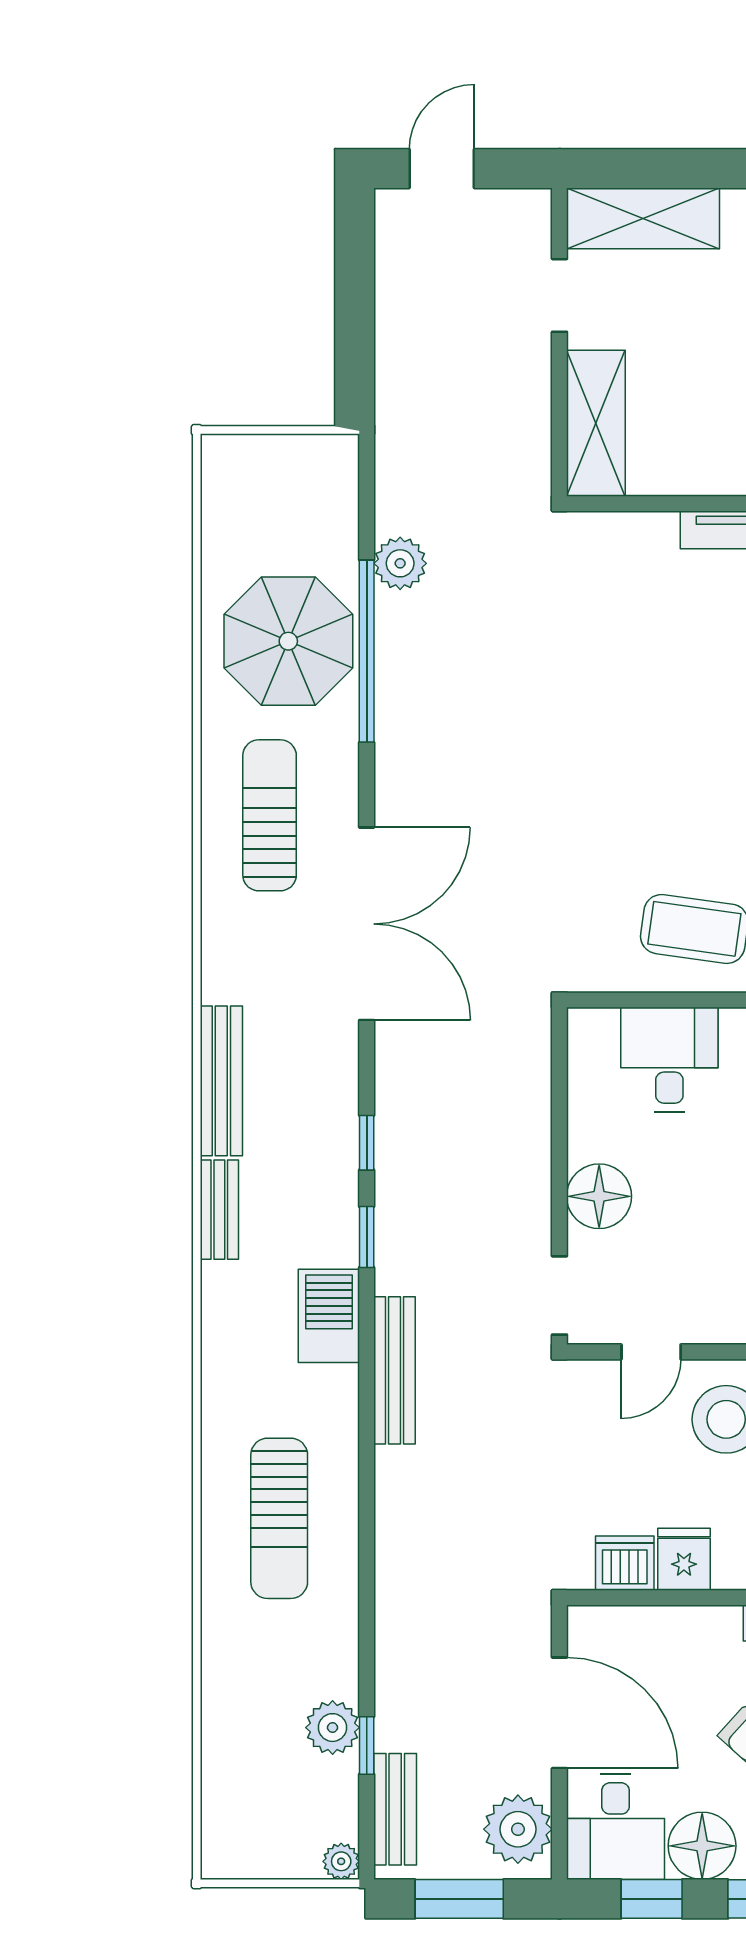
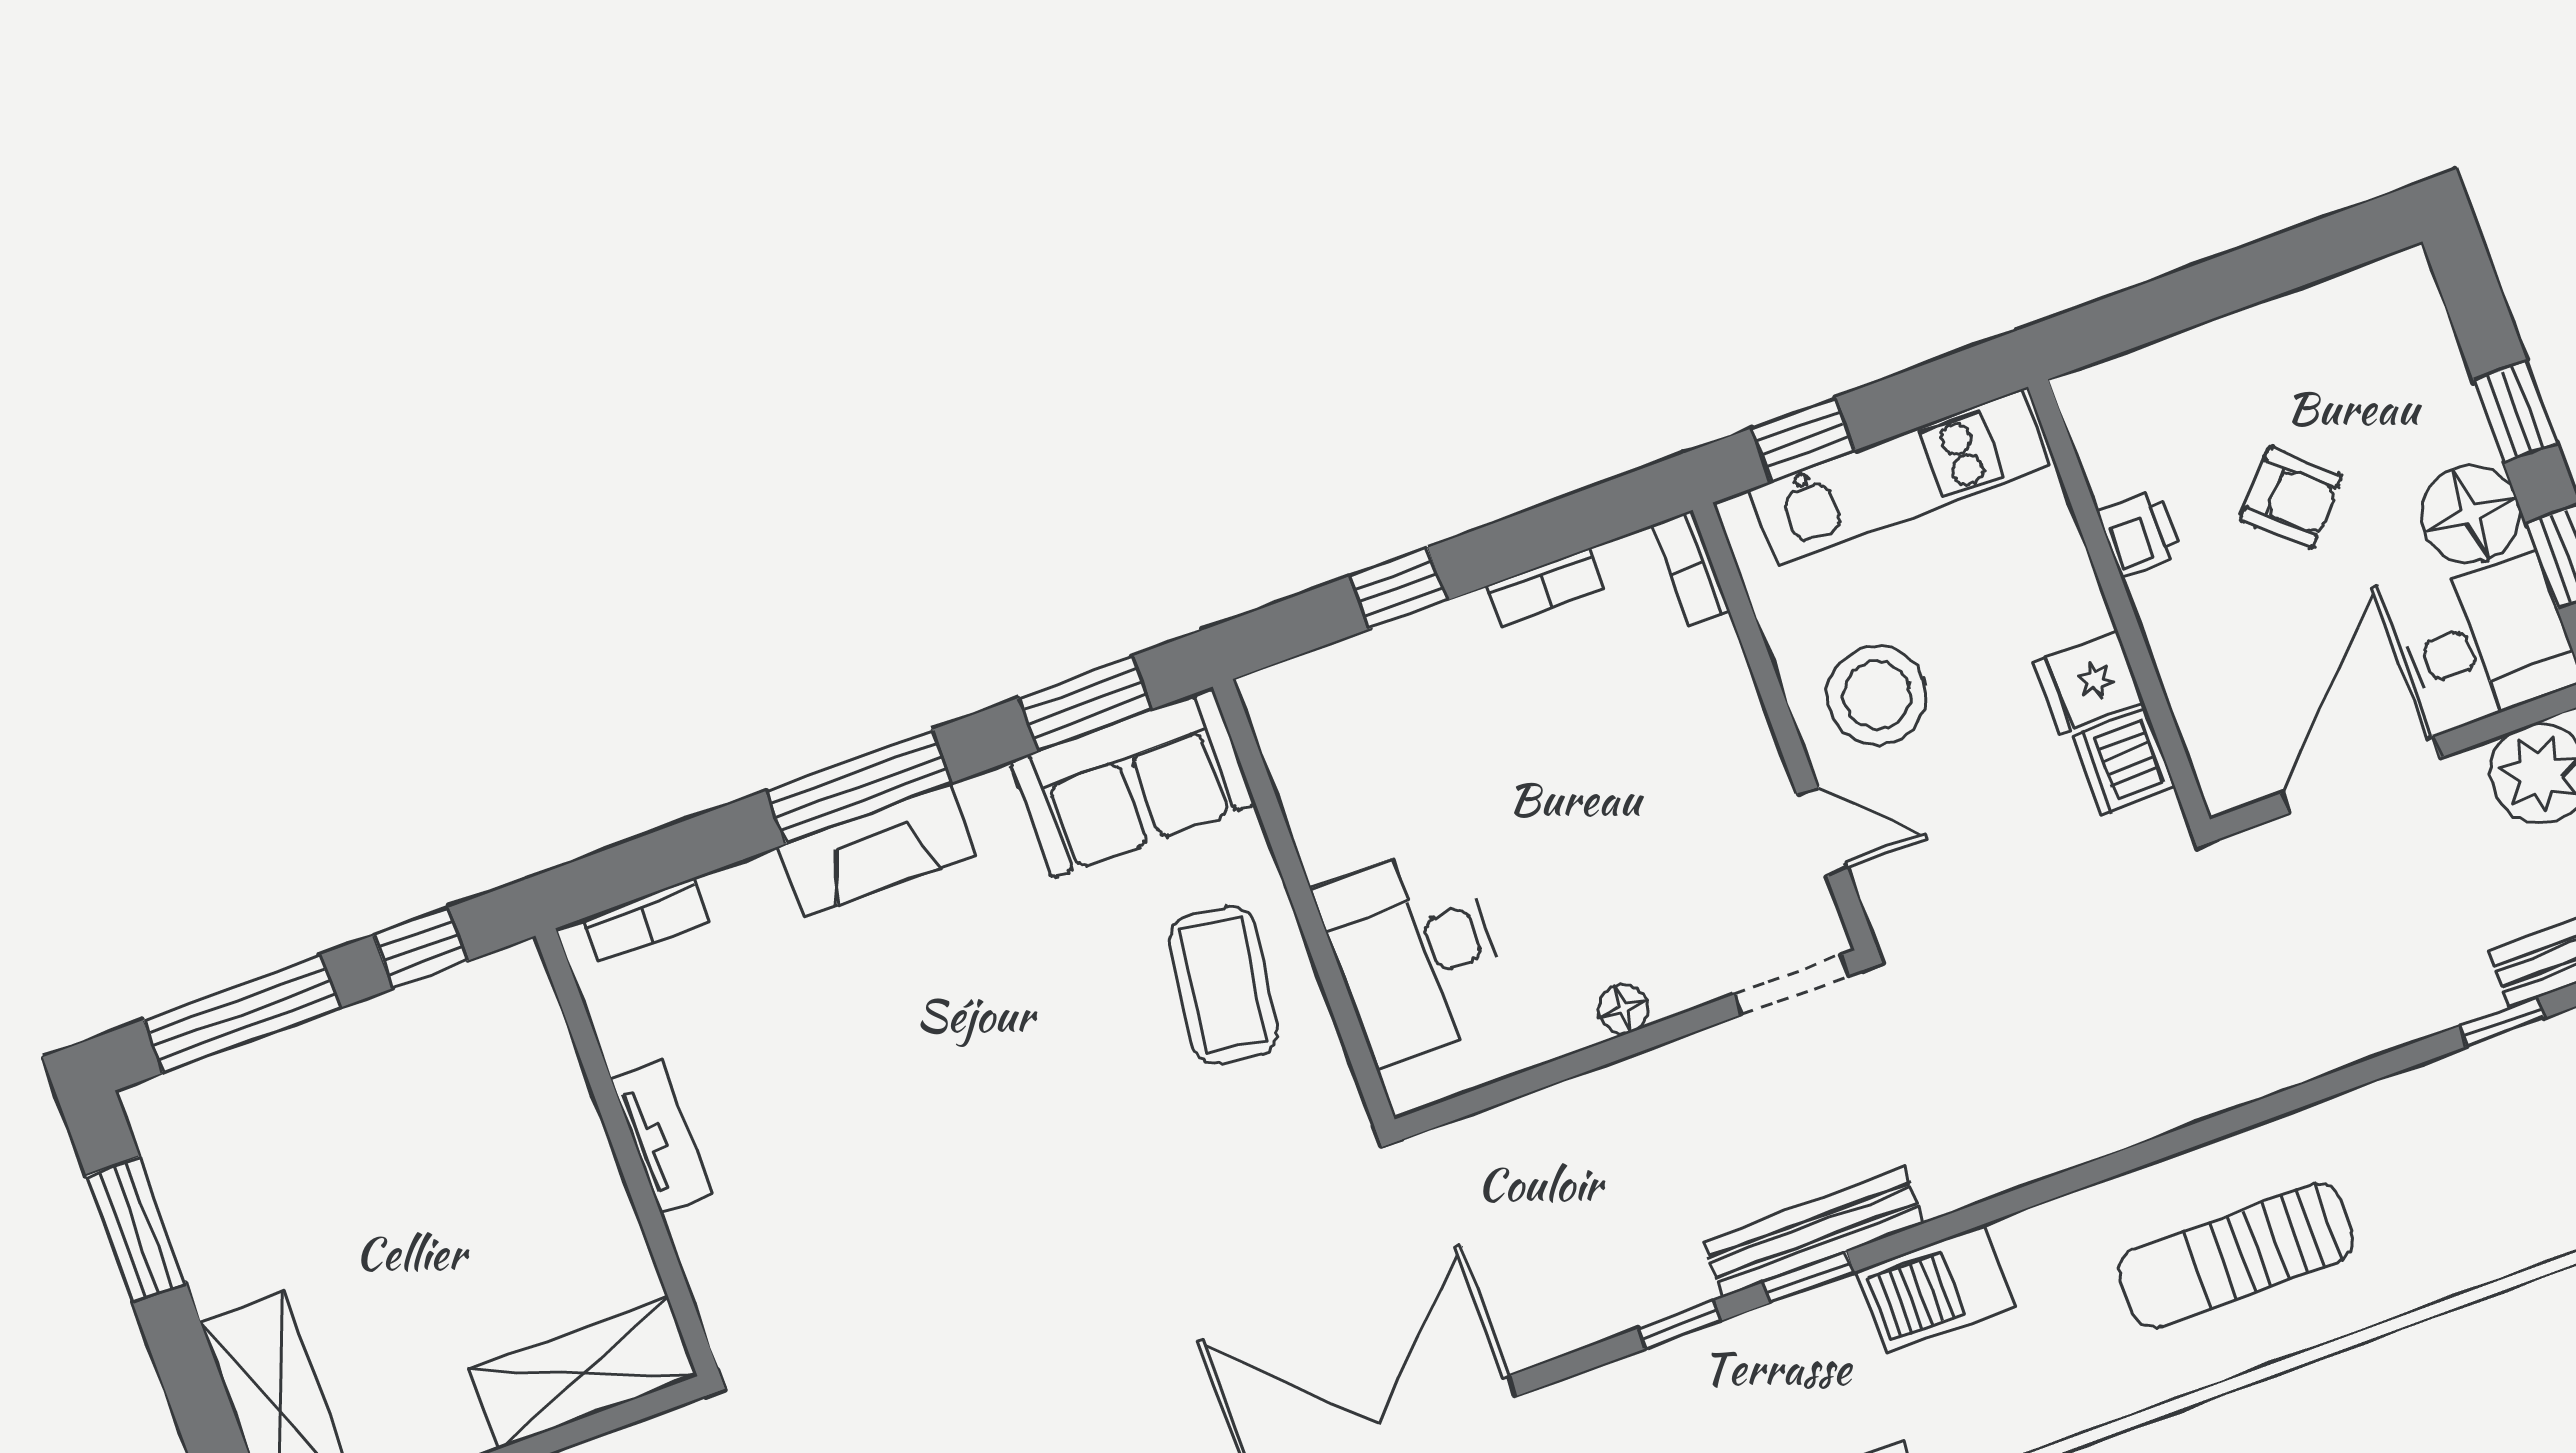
desk: (669, 1059) -> (1414, 953), width x1.37
floor lamp: (599, 1196) -> (1623, 1009), width x0.53, depth x0.53
bench: (395, 1370) -> (1813, 1232), moved
sun lounger: (279, 1518) -> (2236, 1255), turned 180
plant: (333, 1728) -> (2495, 1078), removed

